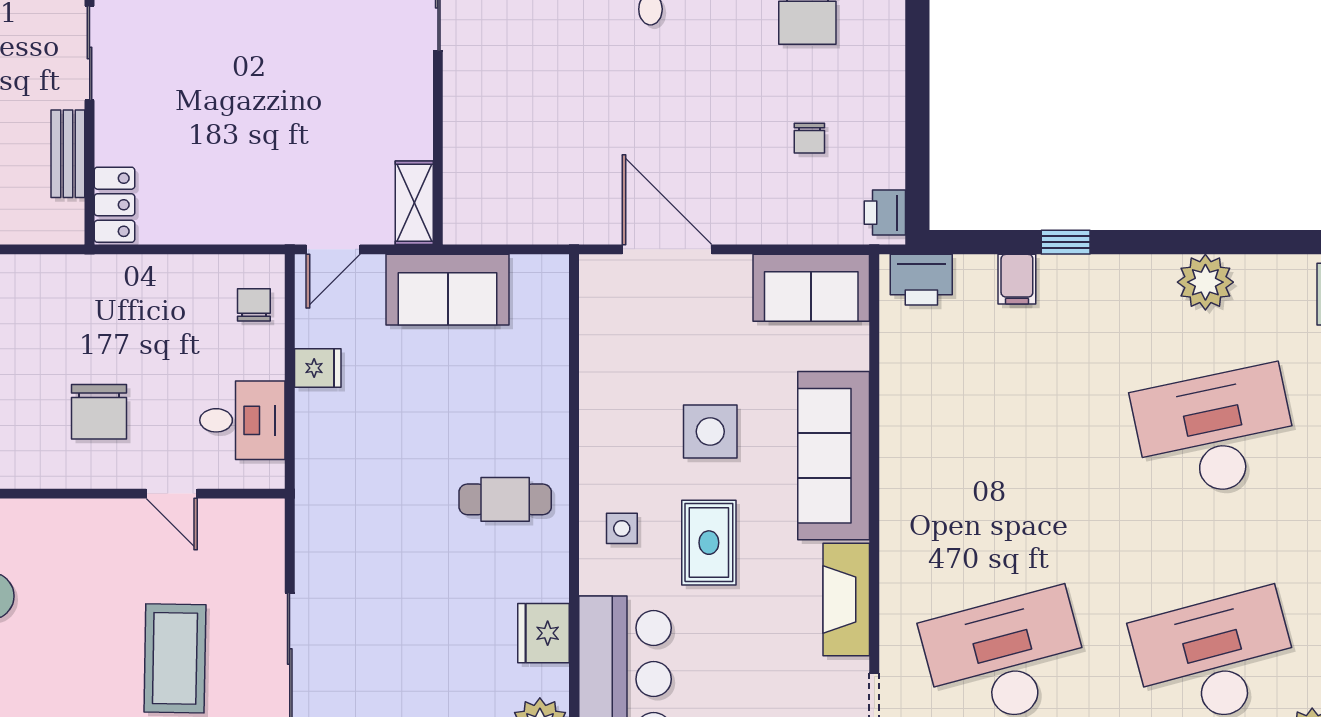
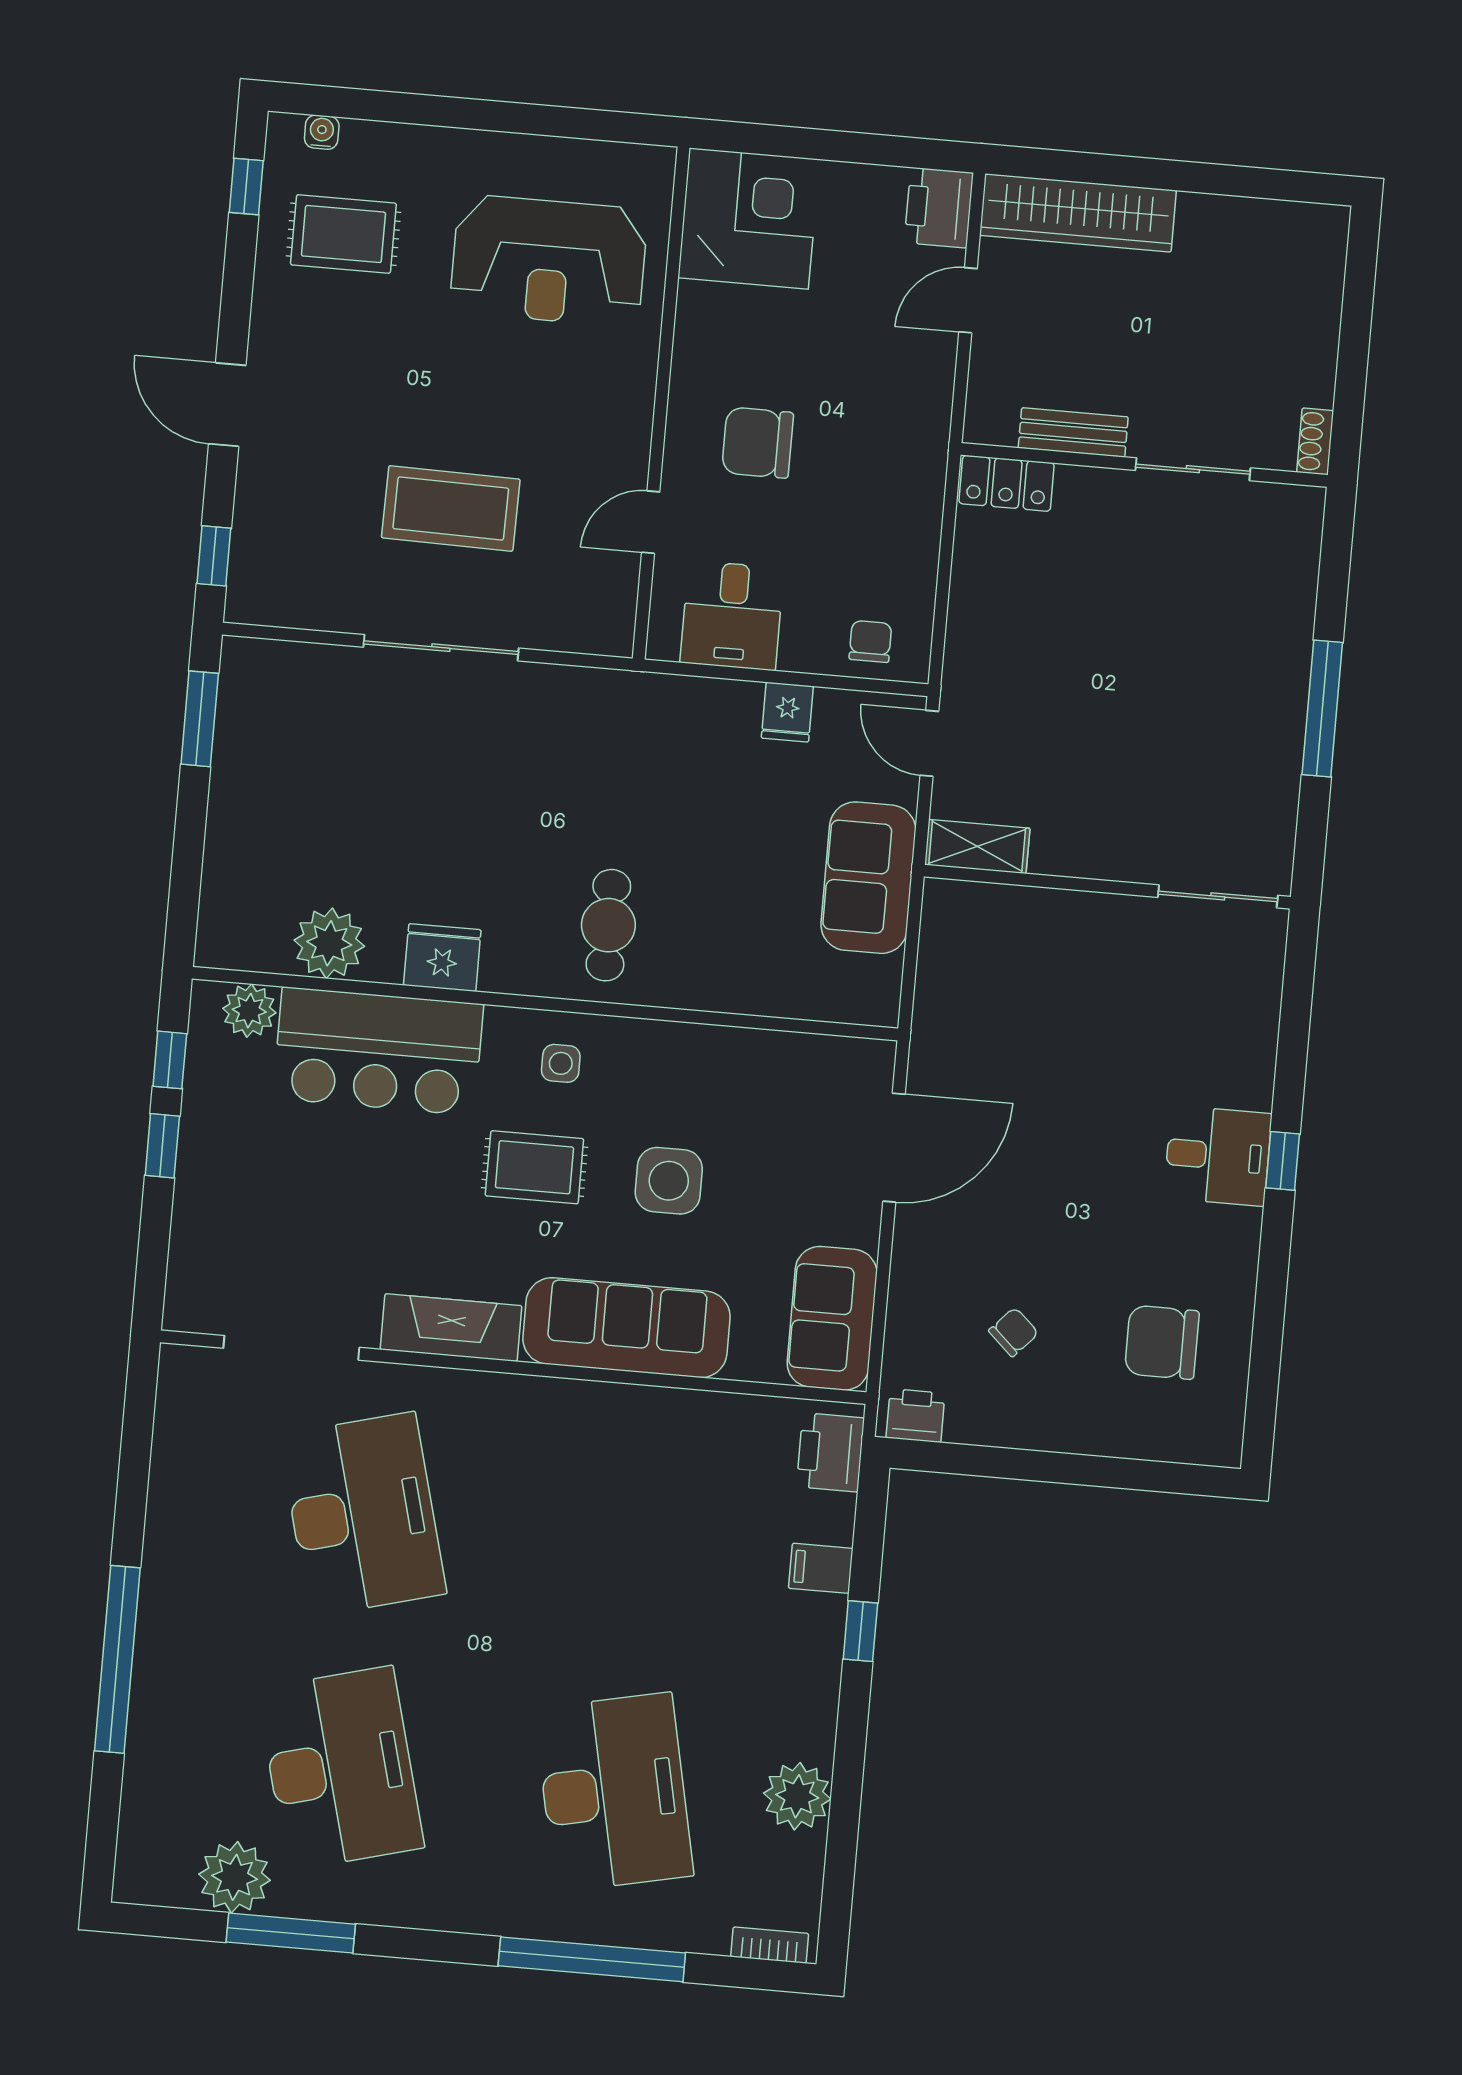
chair: (809, 138) -> (1014, 1332), turned 133
chair: (254, 305) -> (870, 641), turned -90

